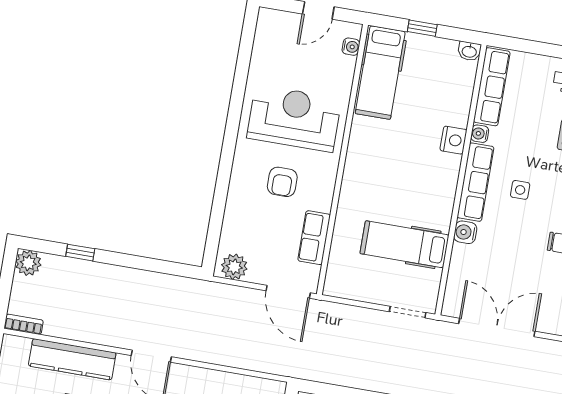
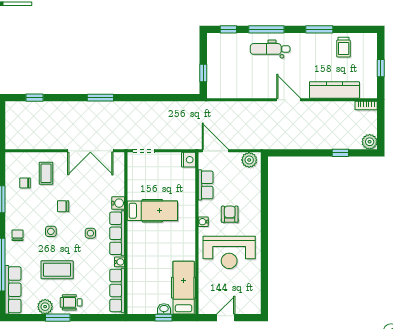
water cooler: (351, 47) -> (203, 222), moved
washbasin: (469, 51) -> (164, 309), moved
nightstand: (453, 140) -> (189, 160), moved, turned 180
hospital bed: (404, 244) -> (152, 211), moved

